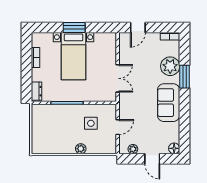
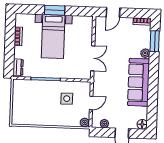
plant: (170, 66) -> (145, 53), width x0.53, depth x0.53
window: (184, 77) -> (155, 41), moved
sofa: (169, 103) -> (139, 82), width x1.36
plant: (81, 149) -> (85, 123), moved

